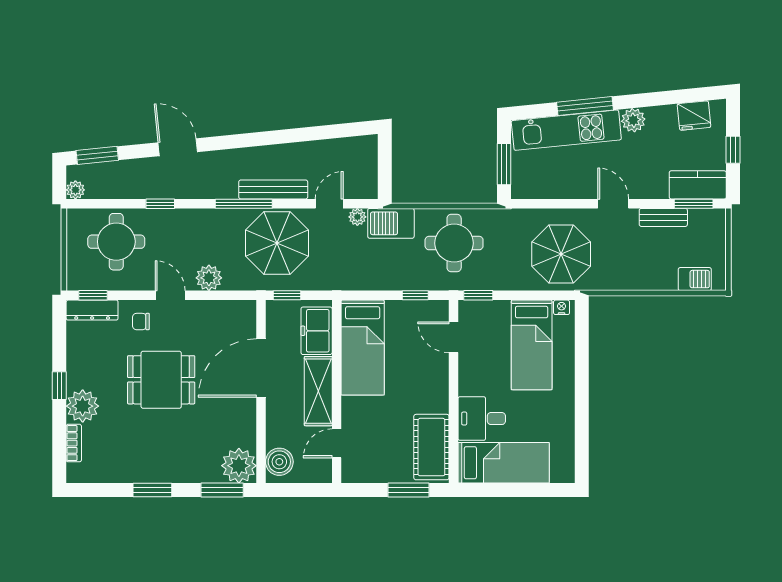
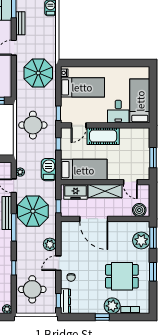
barbecue: (391, 223) -> (49, 170), moved, turned 180
dining table: (161, 380) -> (122, 276), moved, turned 90
cot: (431, 447) -> (103, 136), moved
plant: (239, 466) -> (141, 240), moved
window: (408, 490) -> (153, 158), moved

